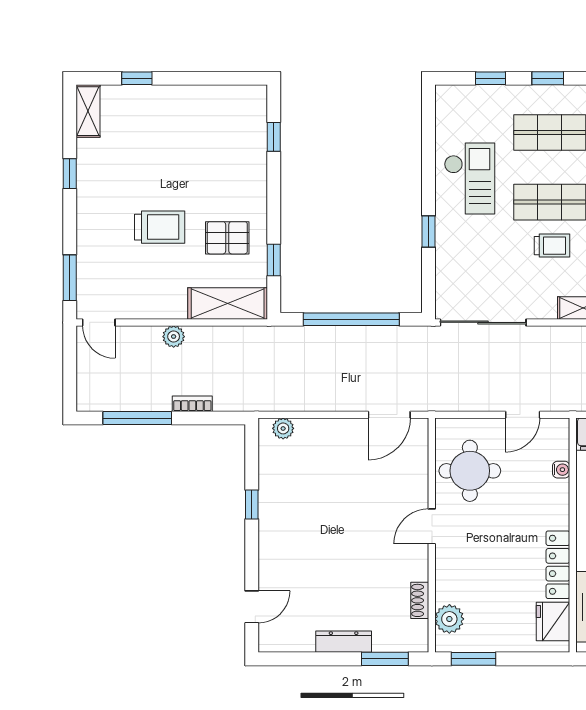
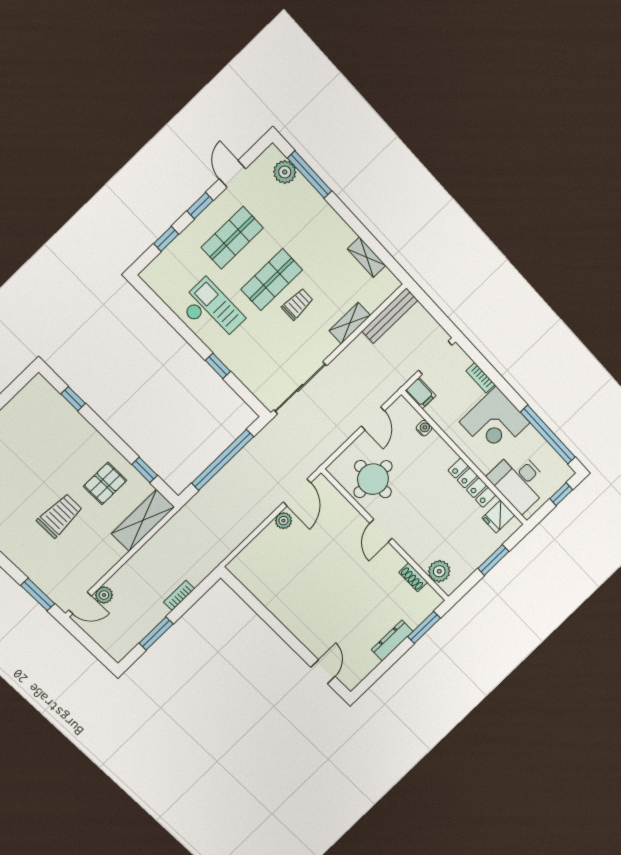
plant: (174, 337) -> (104, 595), moved
window: (137, 418) -> (156, 634), width x0.69
plant: (283, 428) -> (283, 521), moved
window: (252, 504) -> (268, 617), removed
fridge: (553, 622) -> (498, 517), width x0.72
window: (473, 659) -> (493, 560), moved

